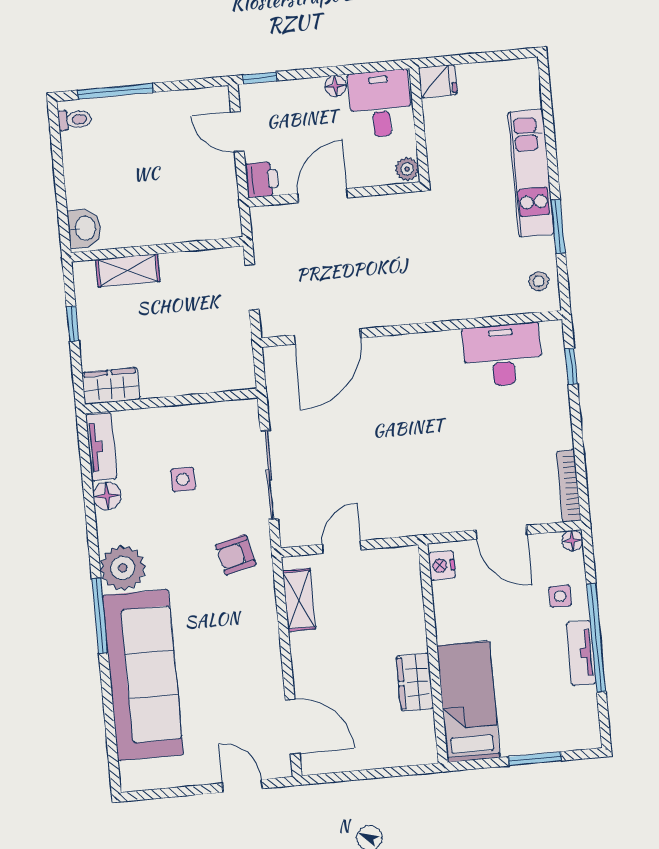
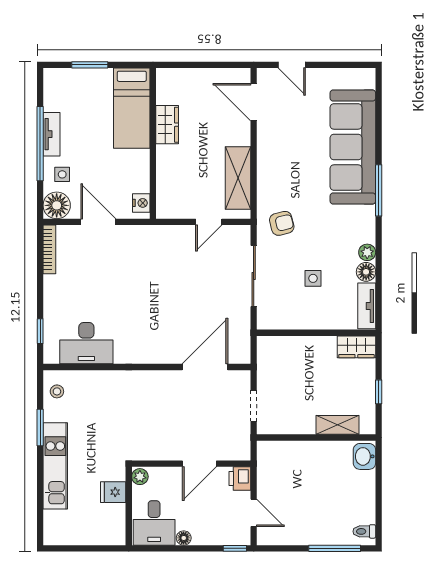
fridge: (438, 81) -> (113, 492), moved
floor lamp: (572, 541) -> (57, 205), width x1.89, depth x1.89
plant: (123, 568) -> (367, 252), moved, width x0.53, depth x0.53
shelving: (299, 600) -> (238, 178), width x1.50, depth x1.33

